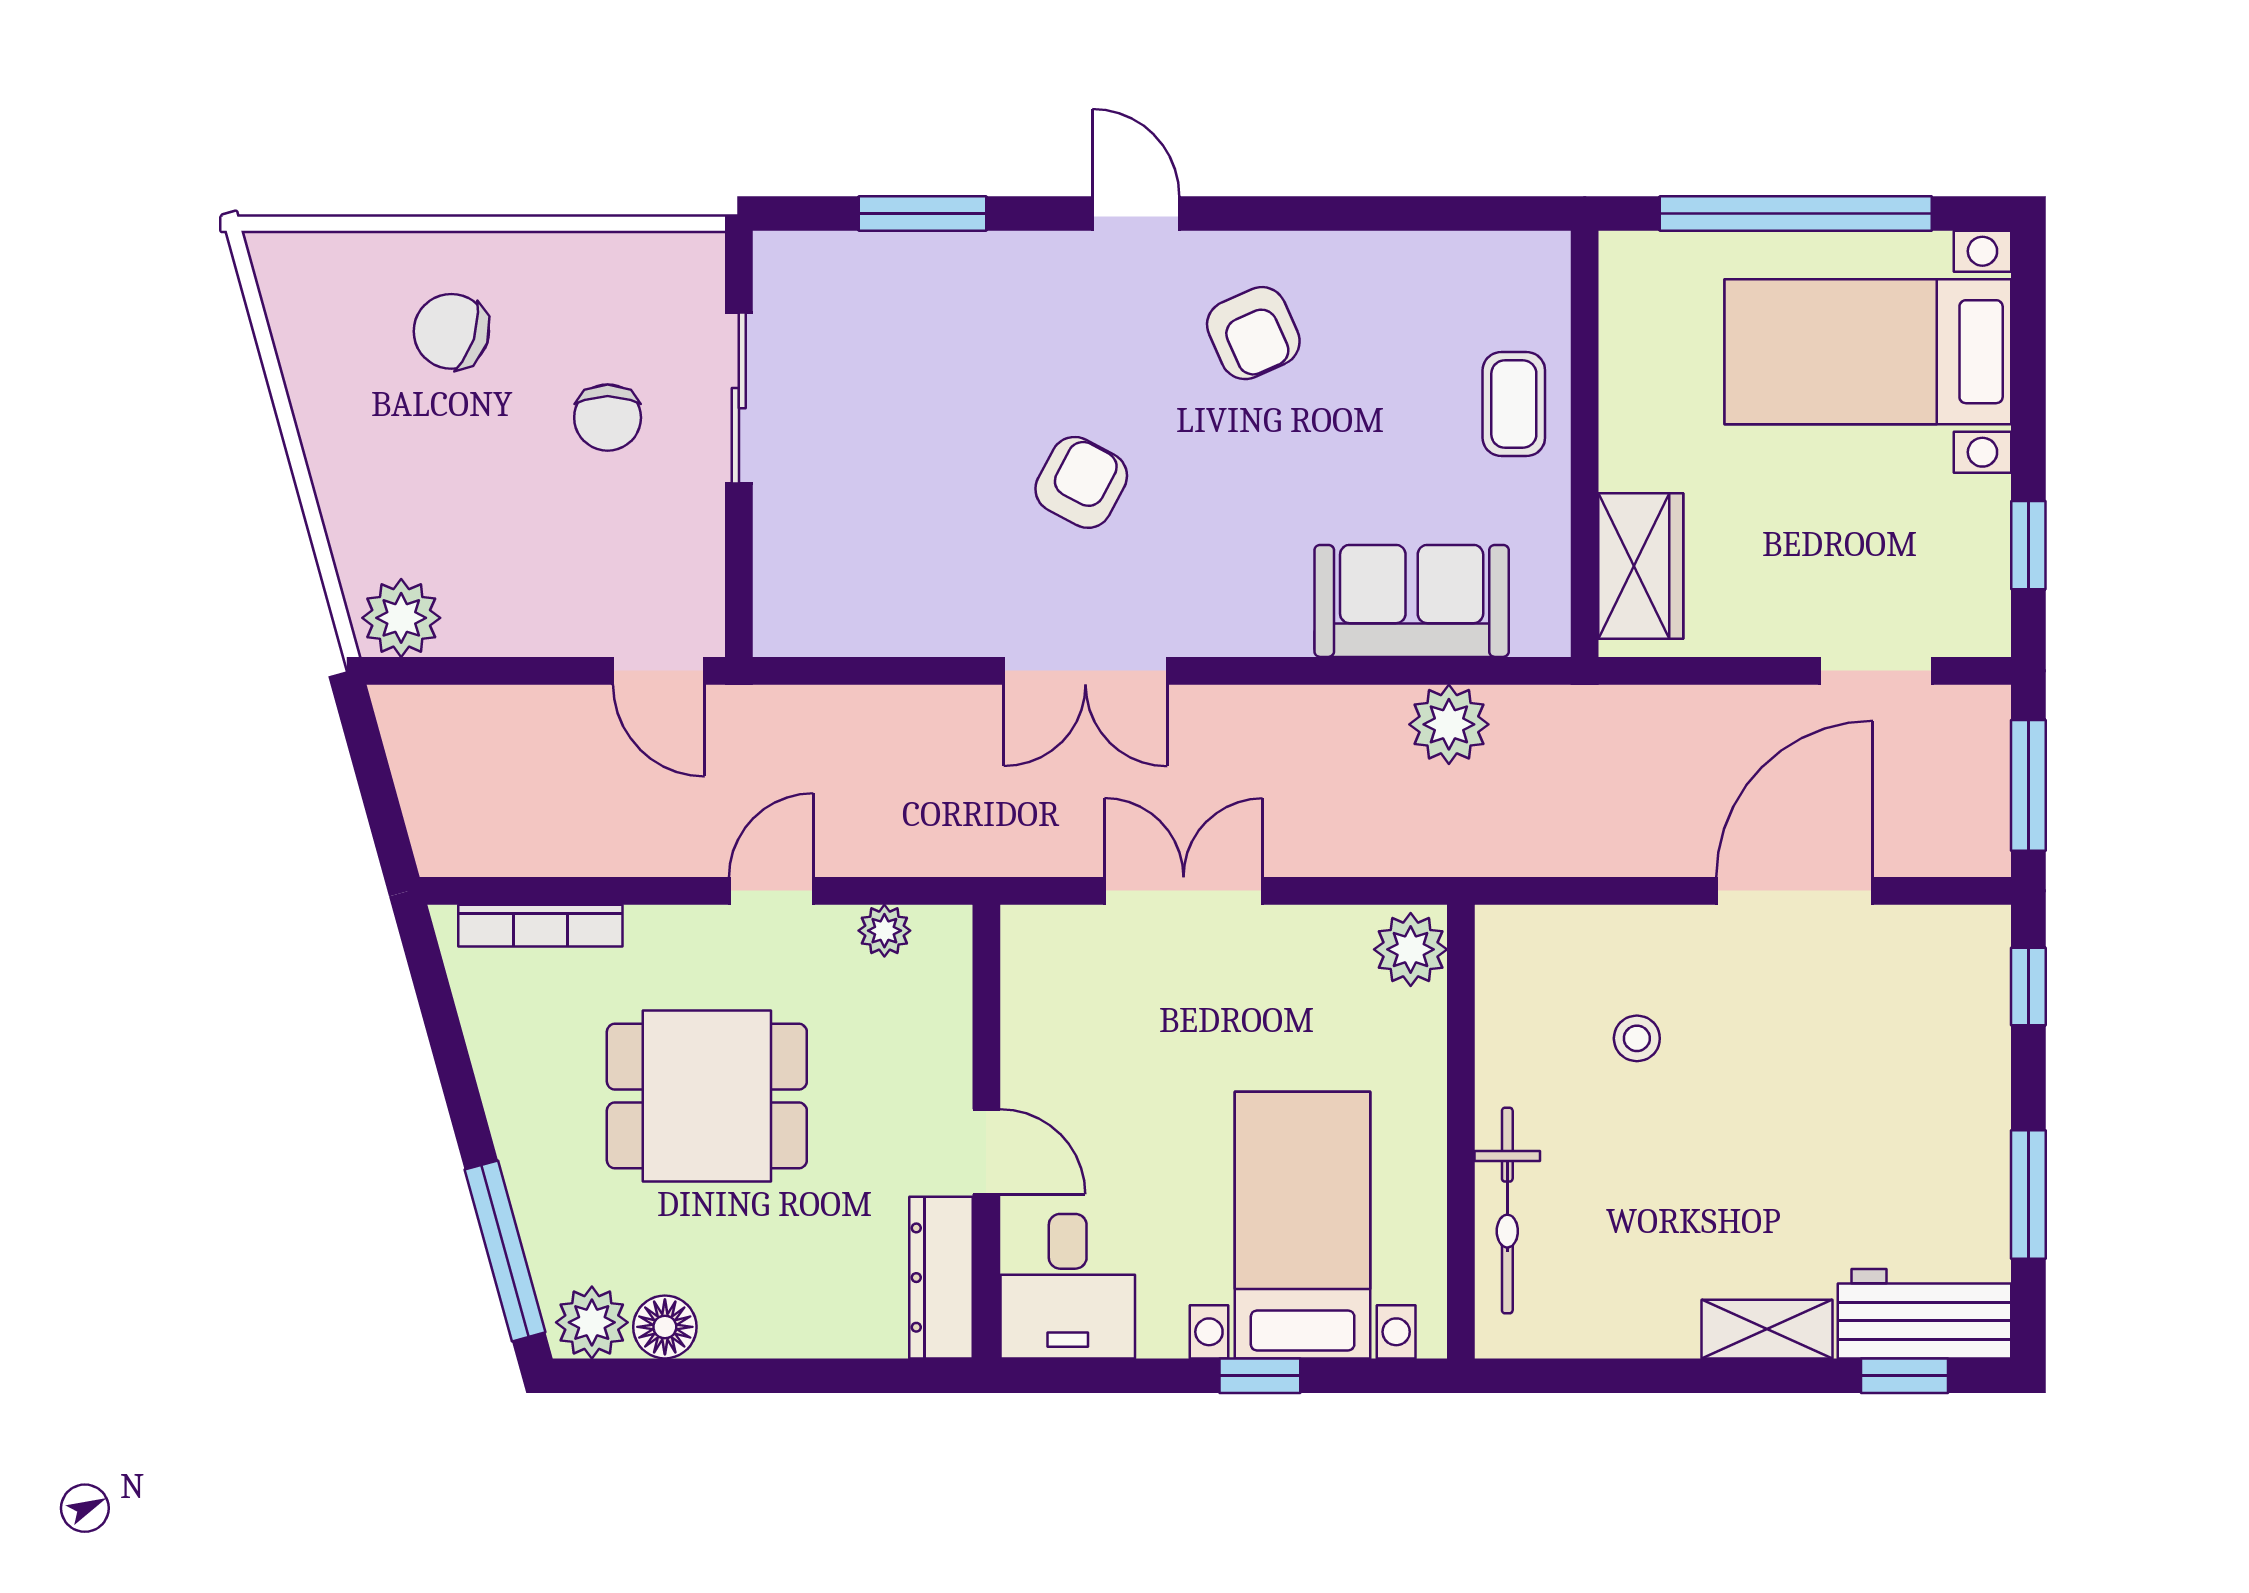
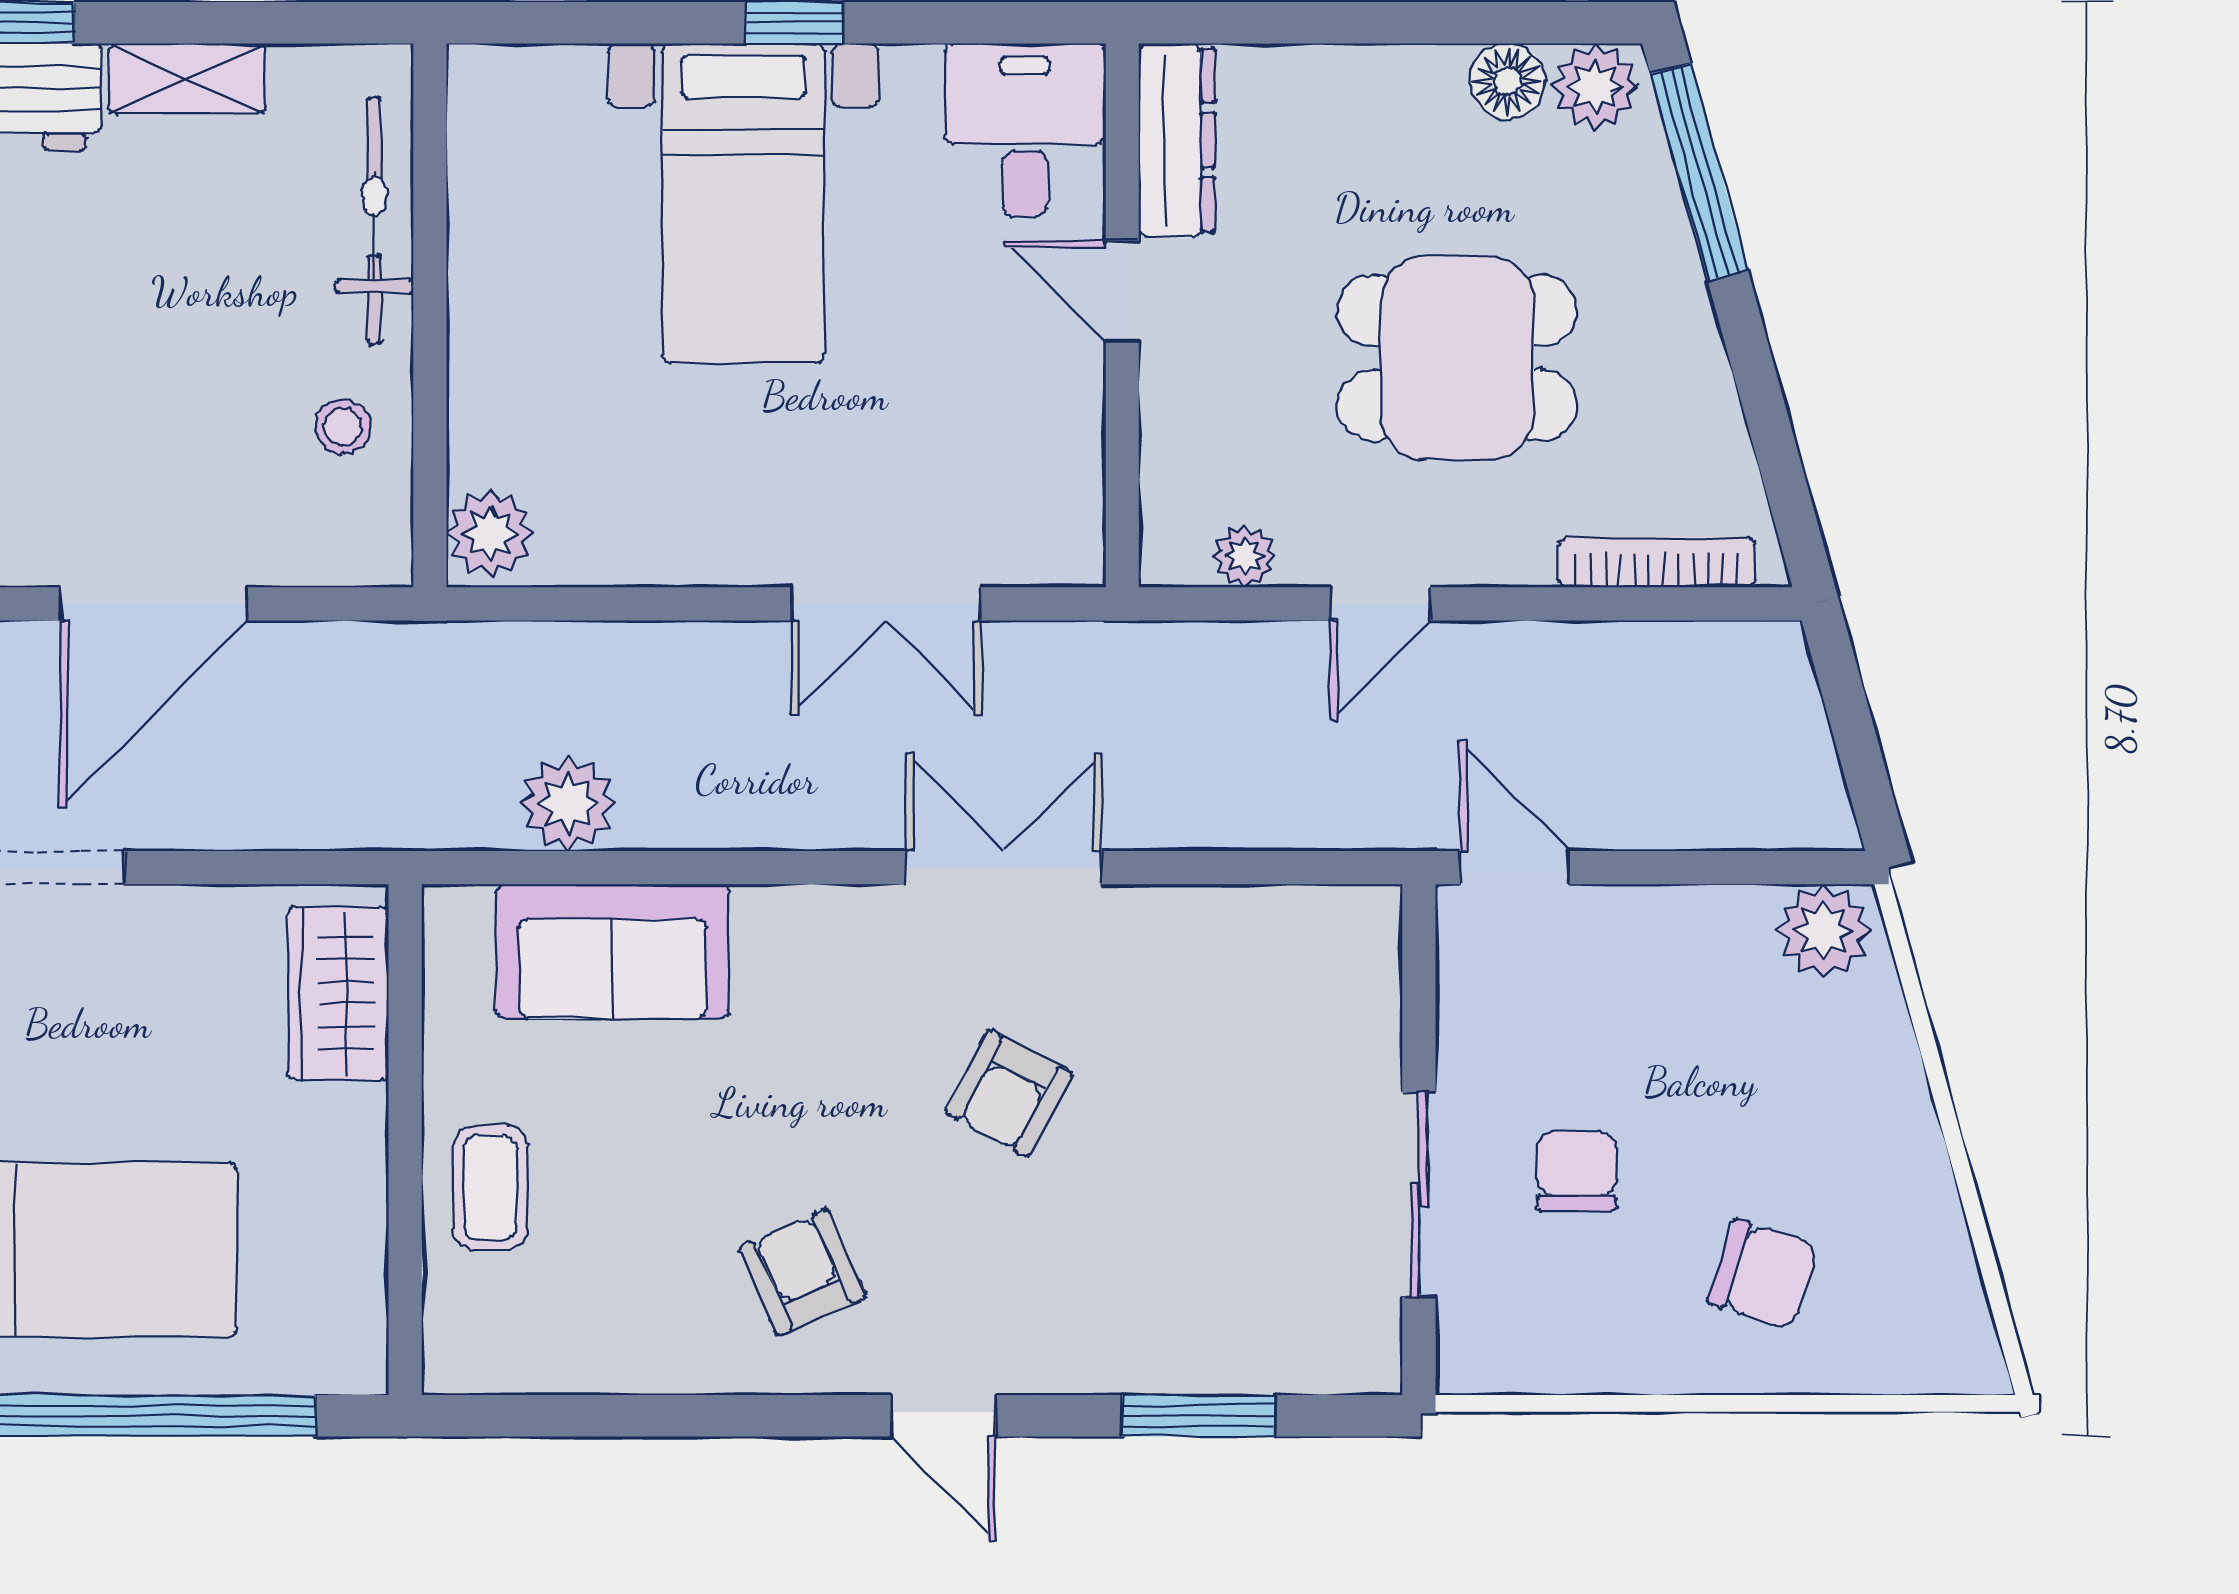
plant: (1411, 949) -> (490, 533), moved
wall: (1461, 1132) -> (430, 315), moved
bicycle: (1507, 1211) -> (374, 221), moved

